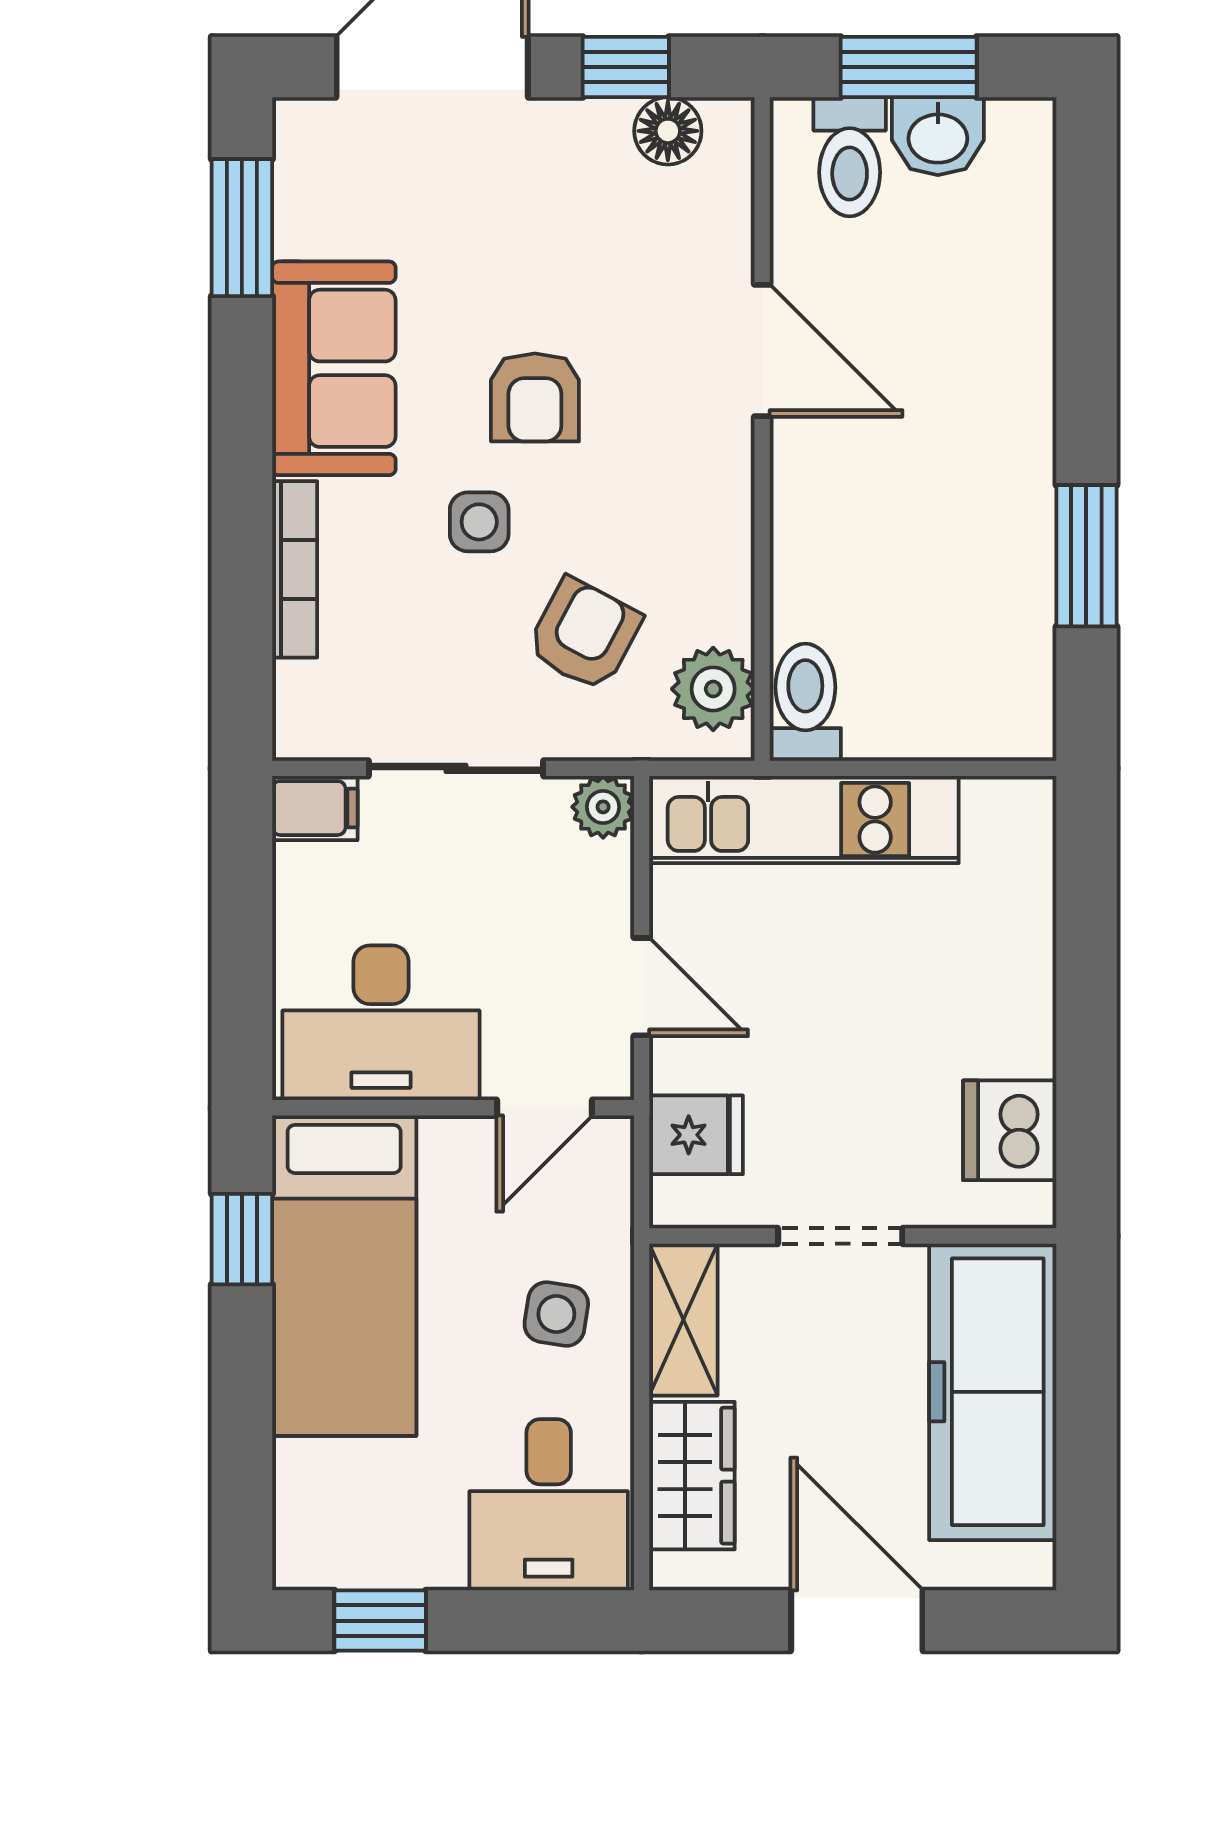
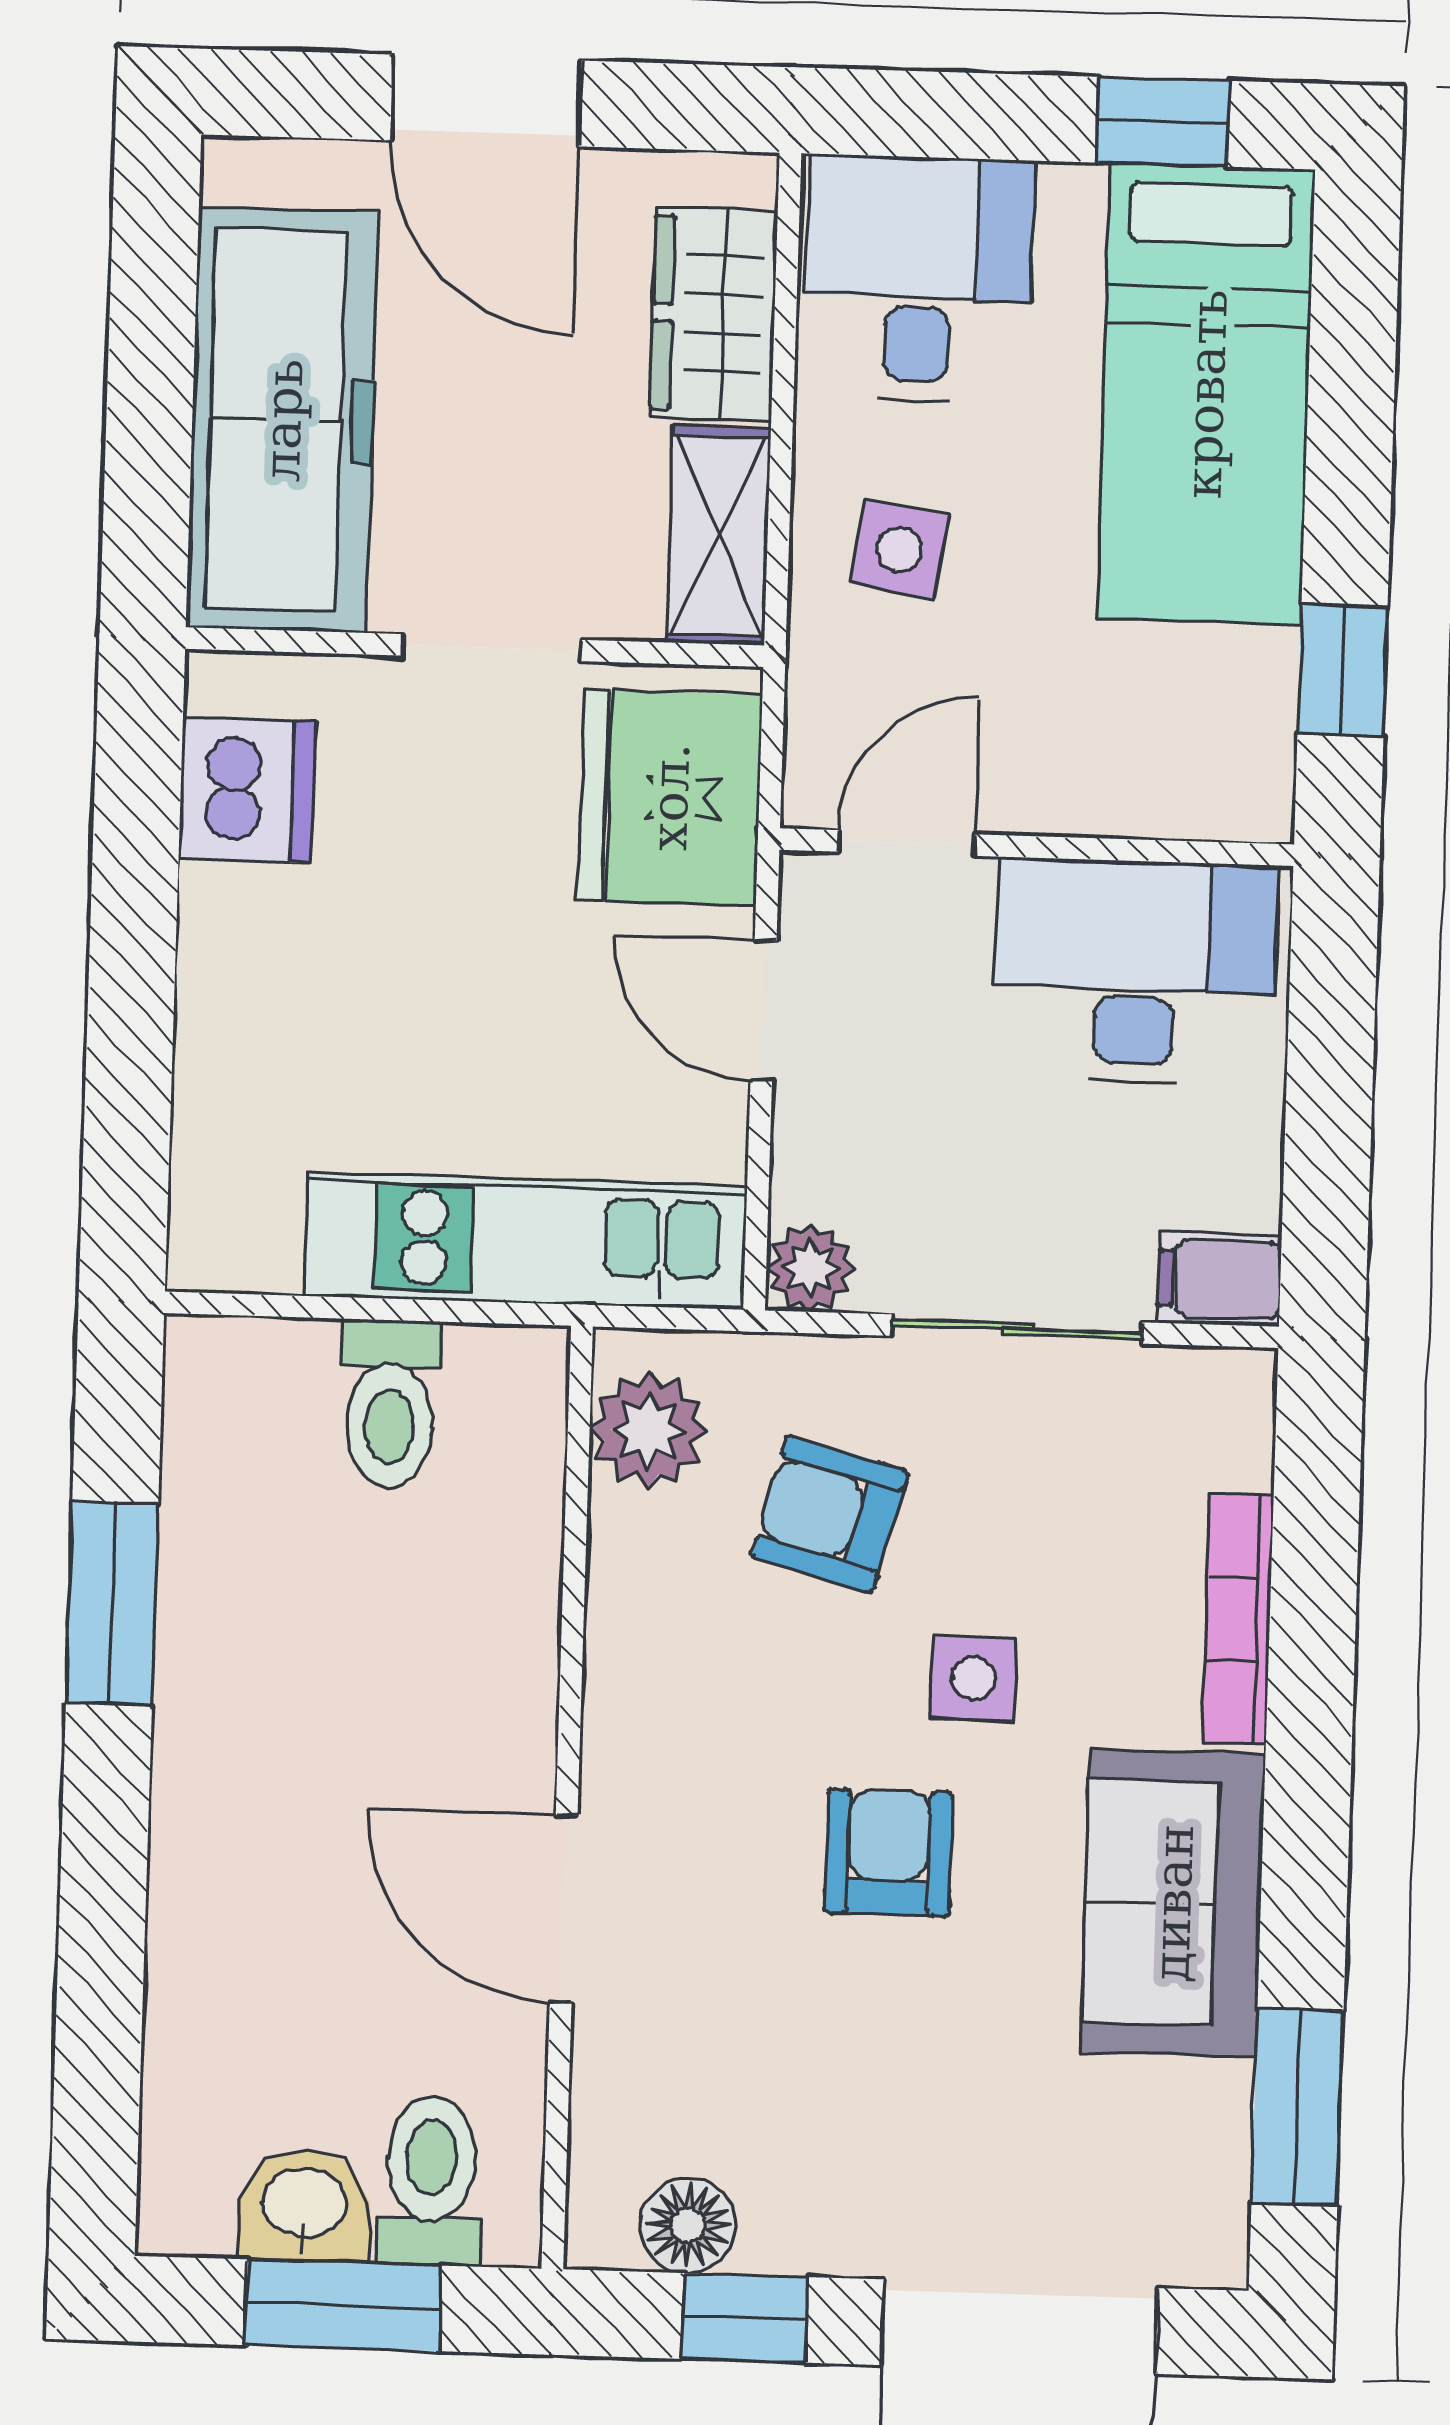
armchair: (584, 634) -> (829, 1514), turned 77
toilet: (805, 702) -> (390, 1403), moved
fridge: (696, 1135) -> (670, 797), width x1.88, depth x1.34
bed: (344, 1276) -> (1206, 394), moved, turned 180

